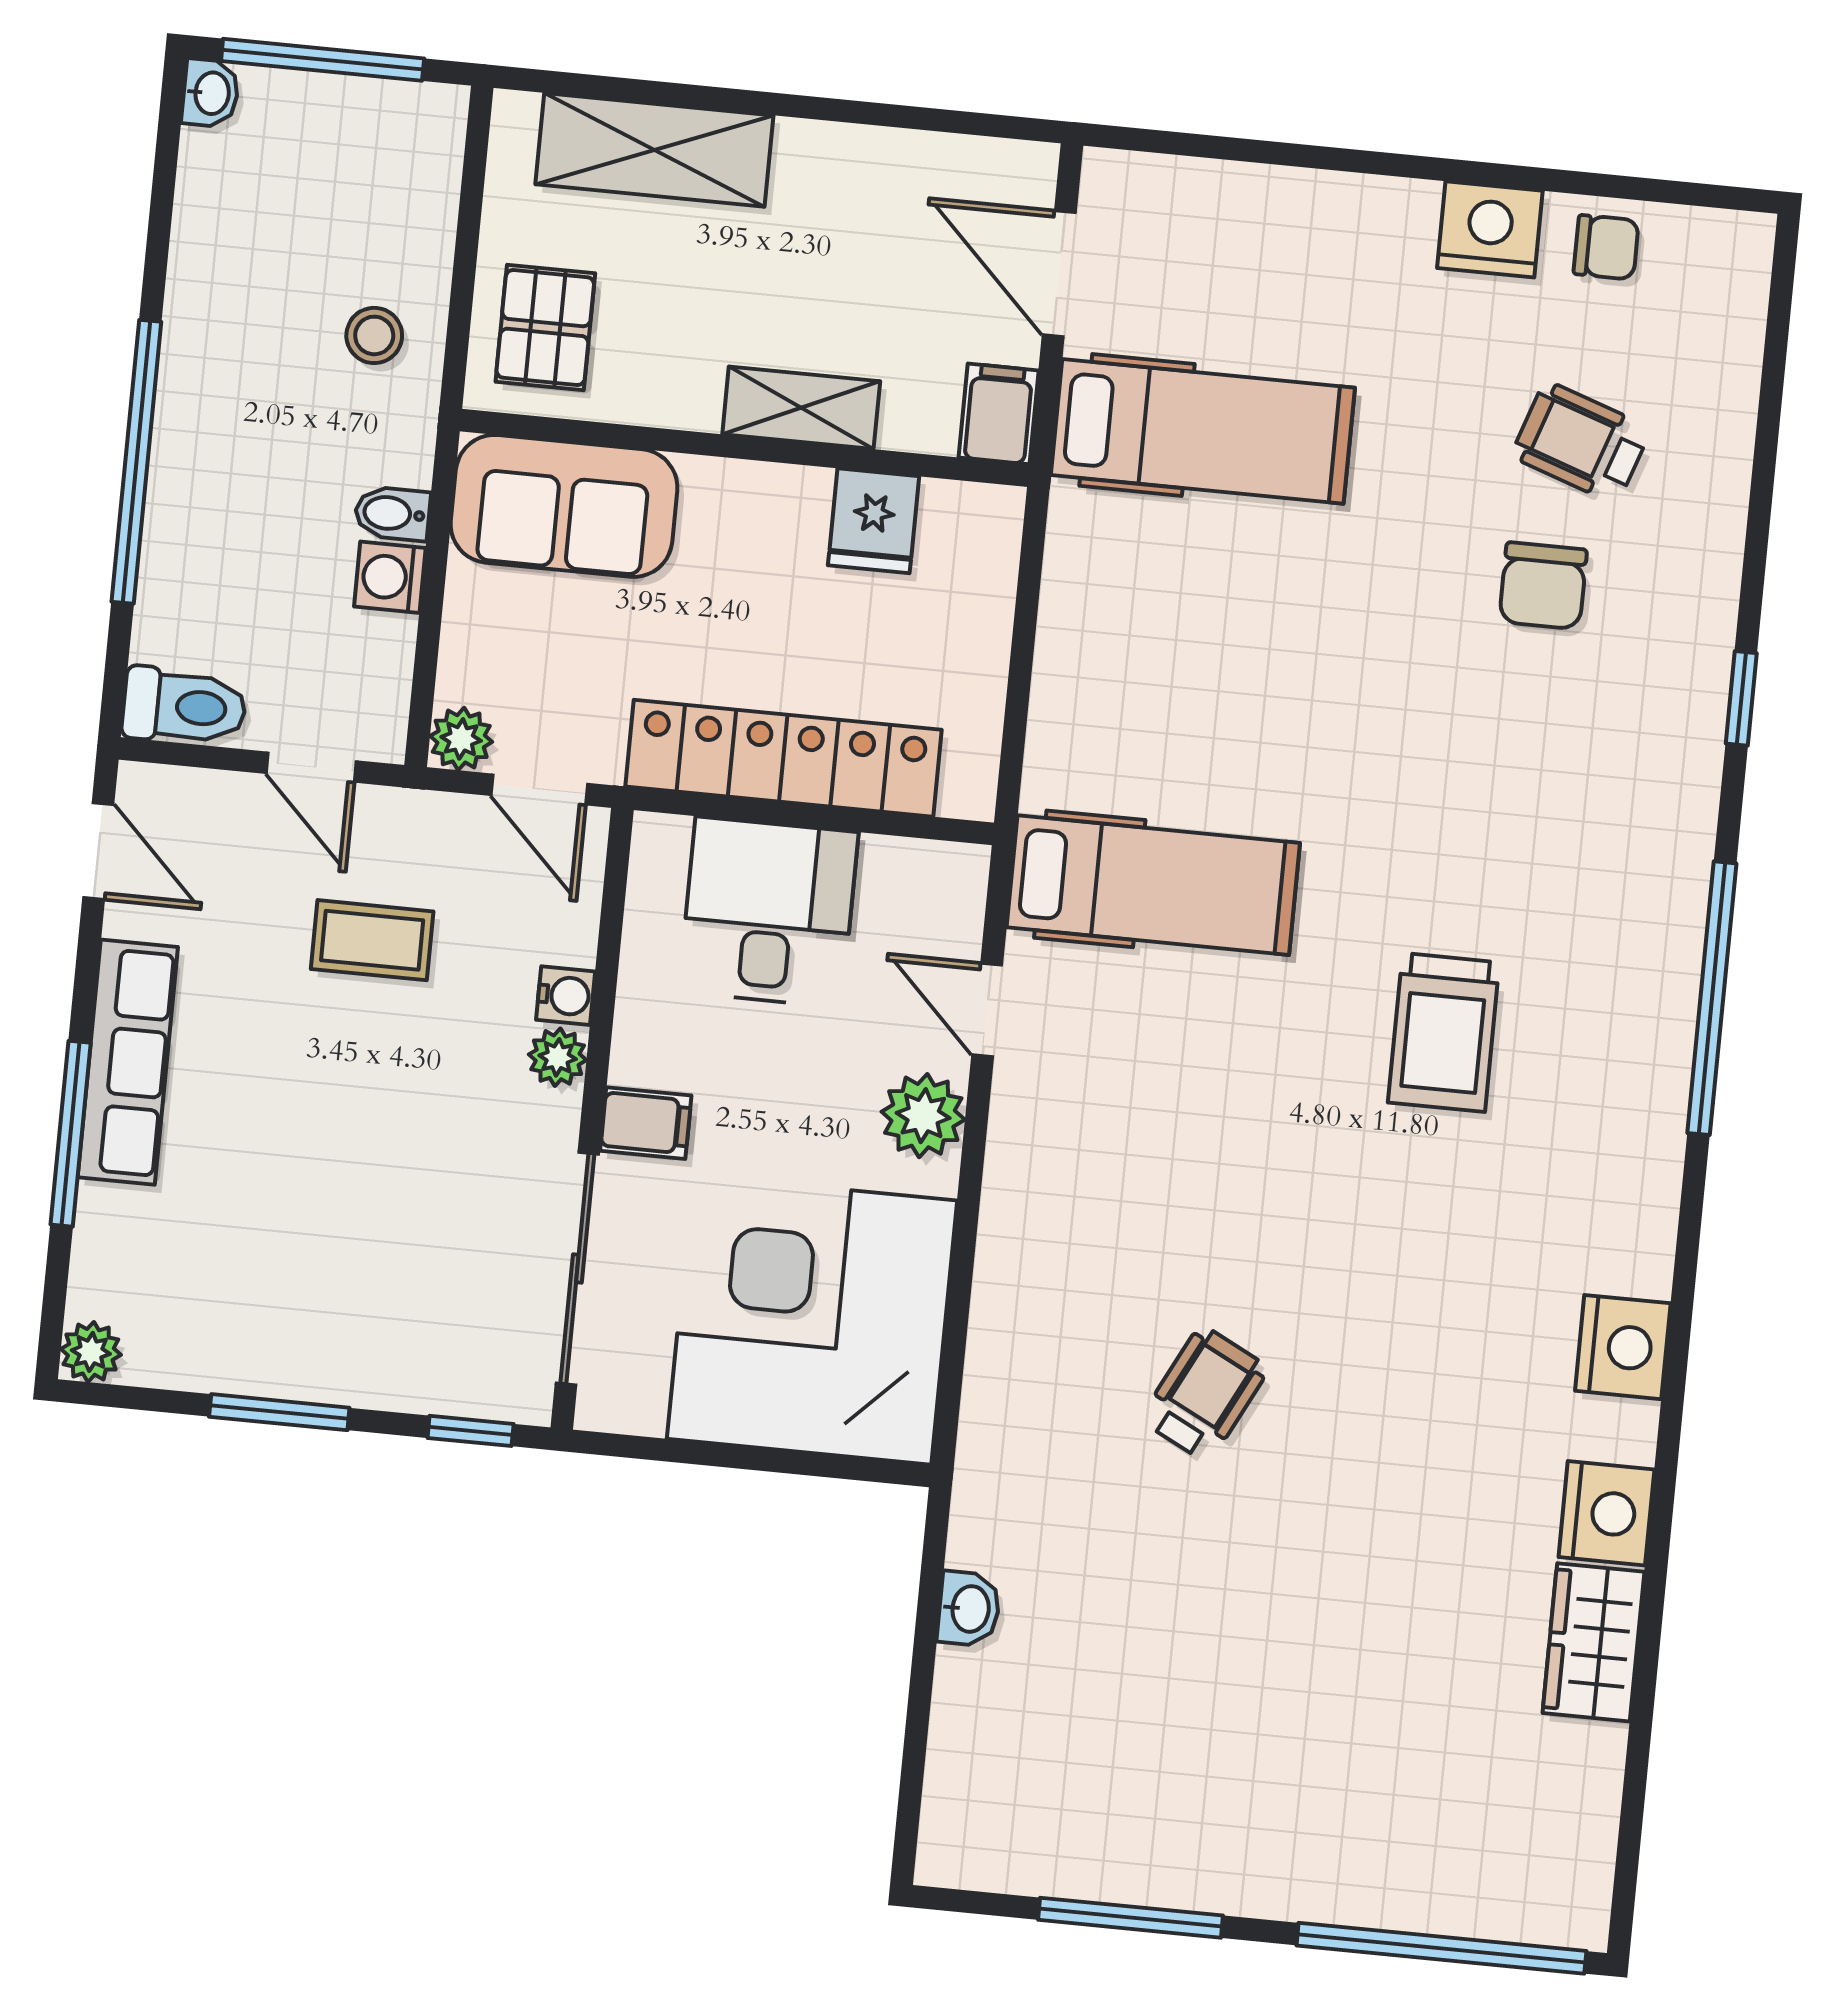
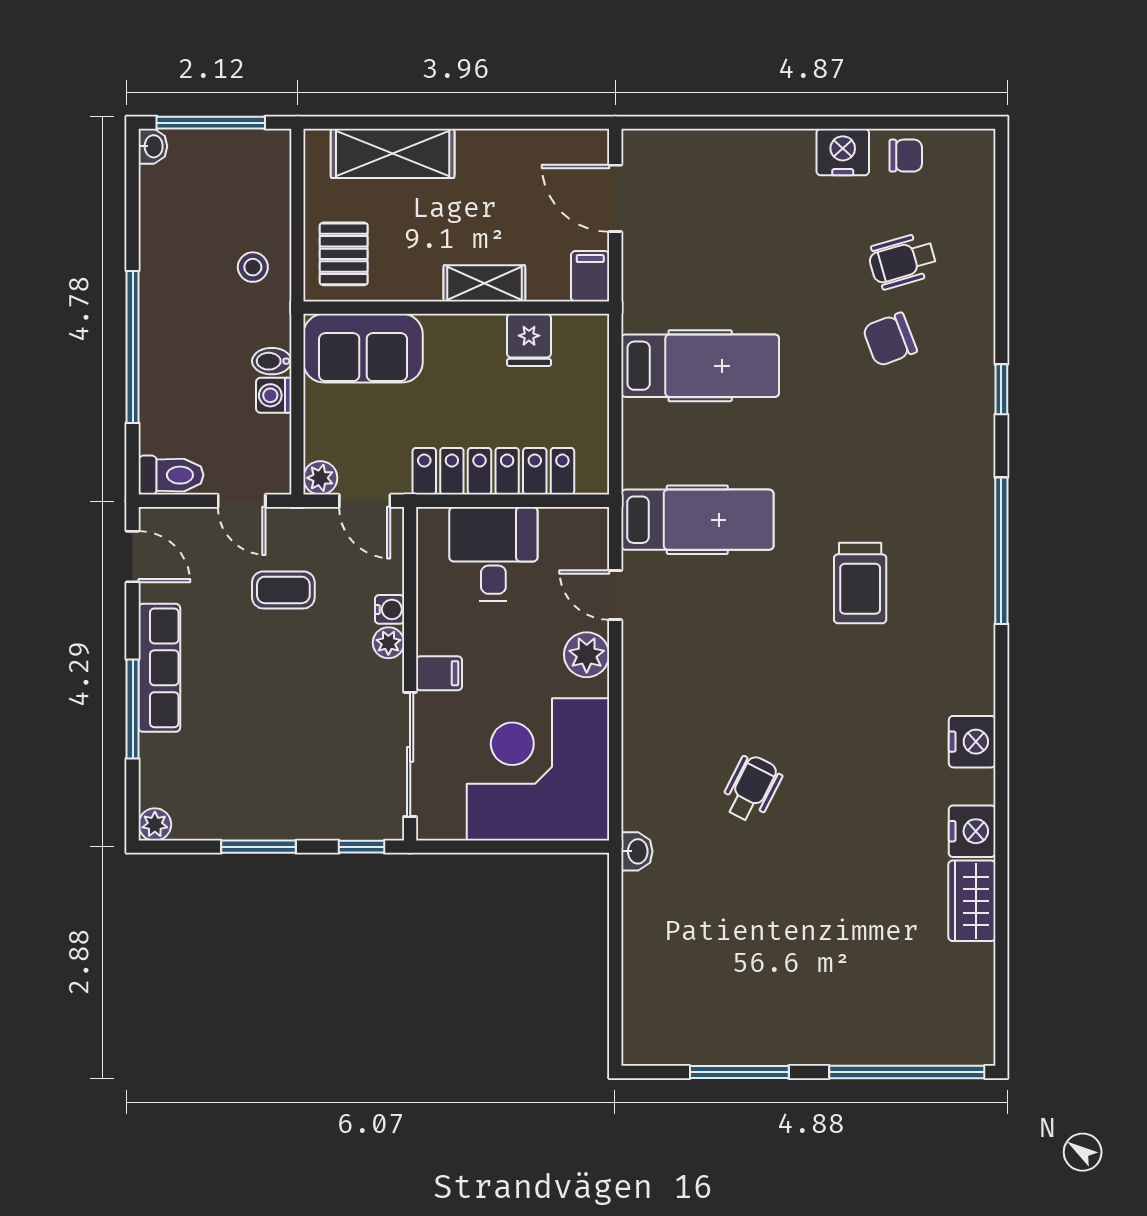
hospital bed: (1203, 431) -> (700, 366), moved
wheelchair: (1581, 442) -> (902, 261), turned -35
chair: (1543, 586) -> (890, 339), turned 69
washbasin: (969, 1609) -> (637, 851), moved

